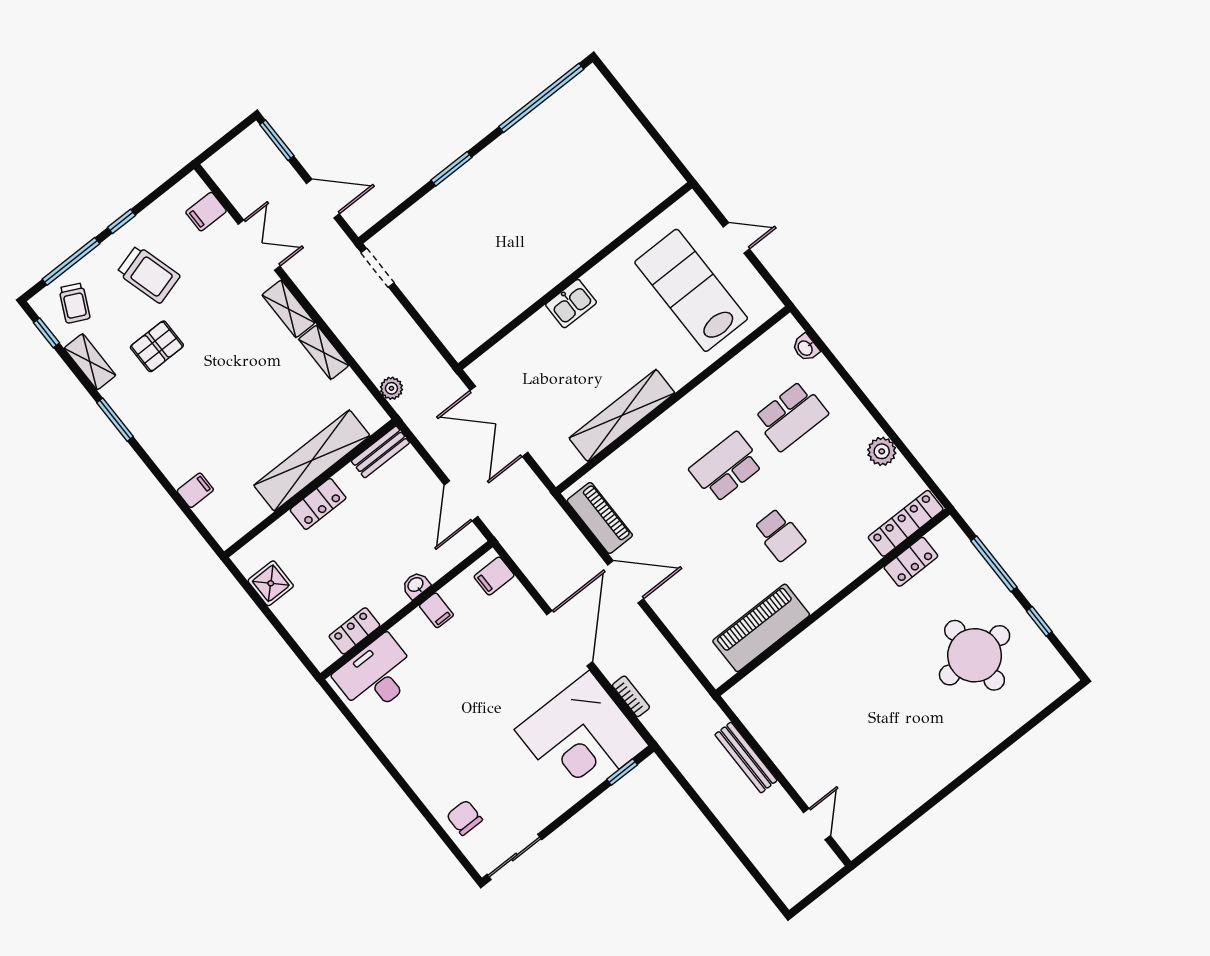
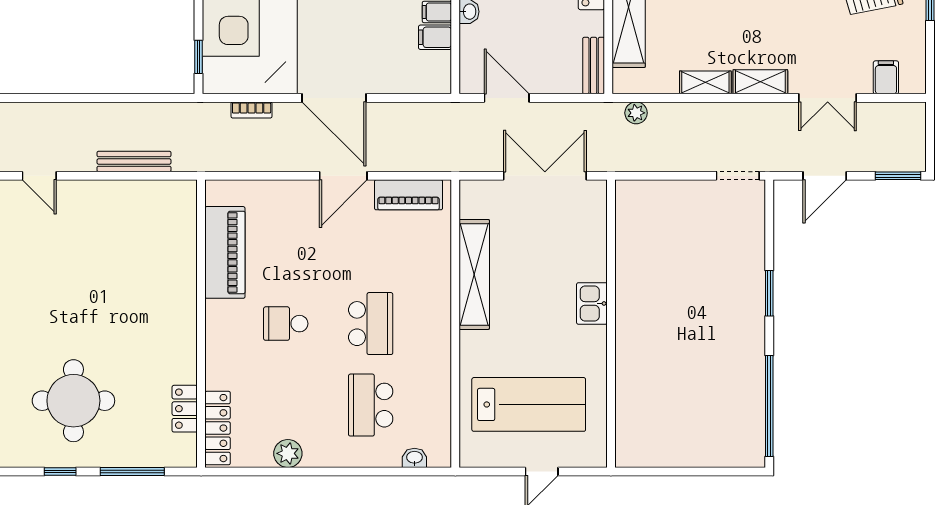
filing cabinet: (494, 576) -> (435, 37), moved, turned -90

